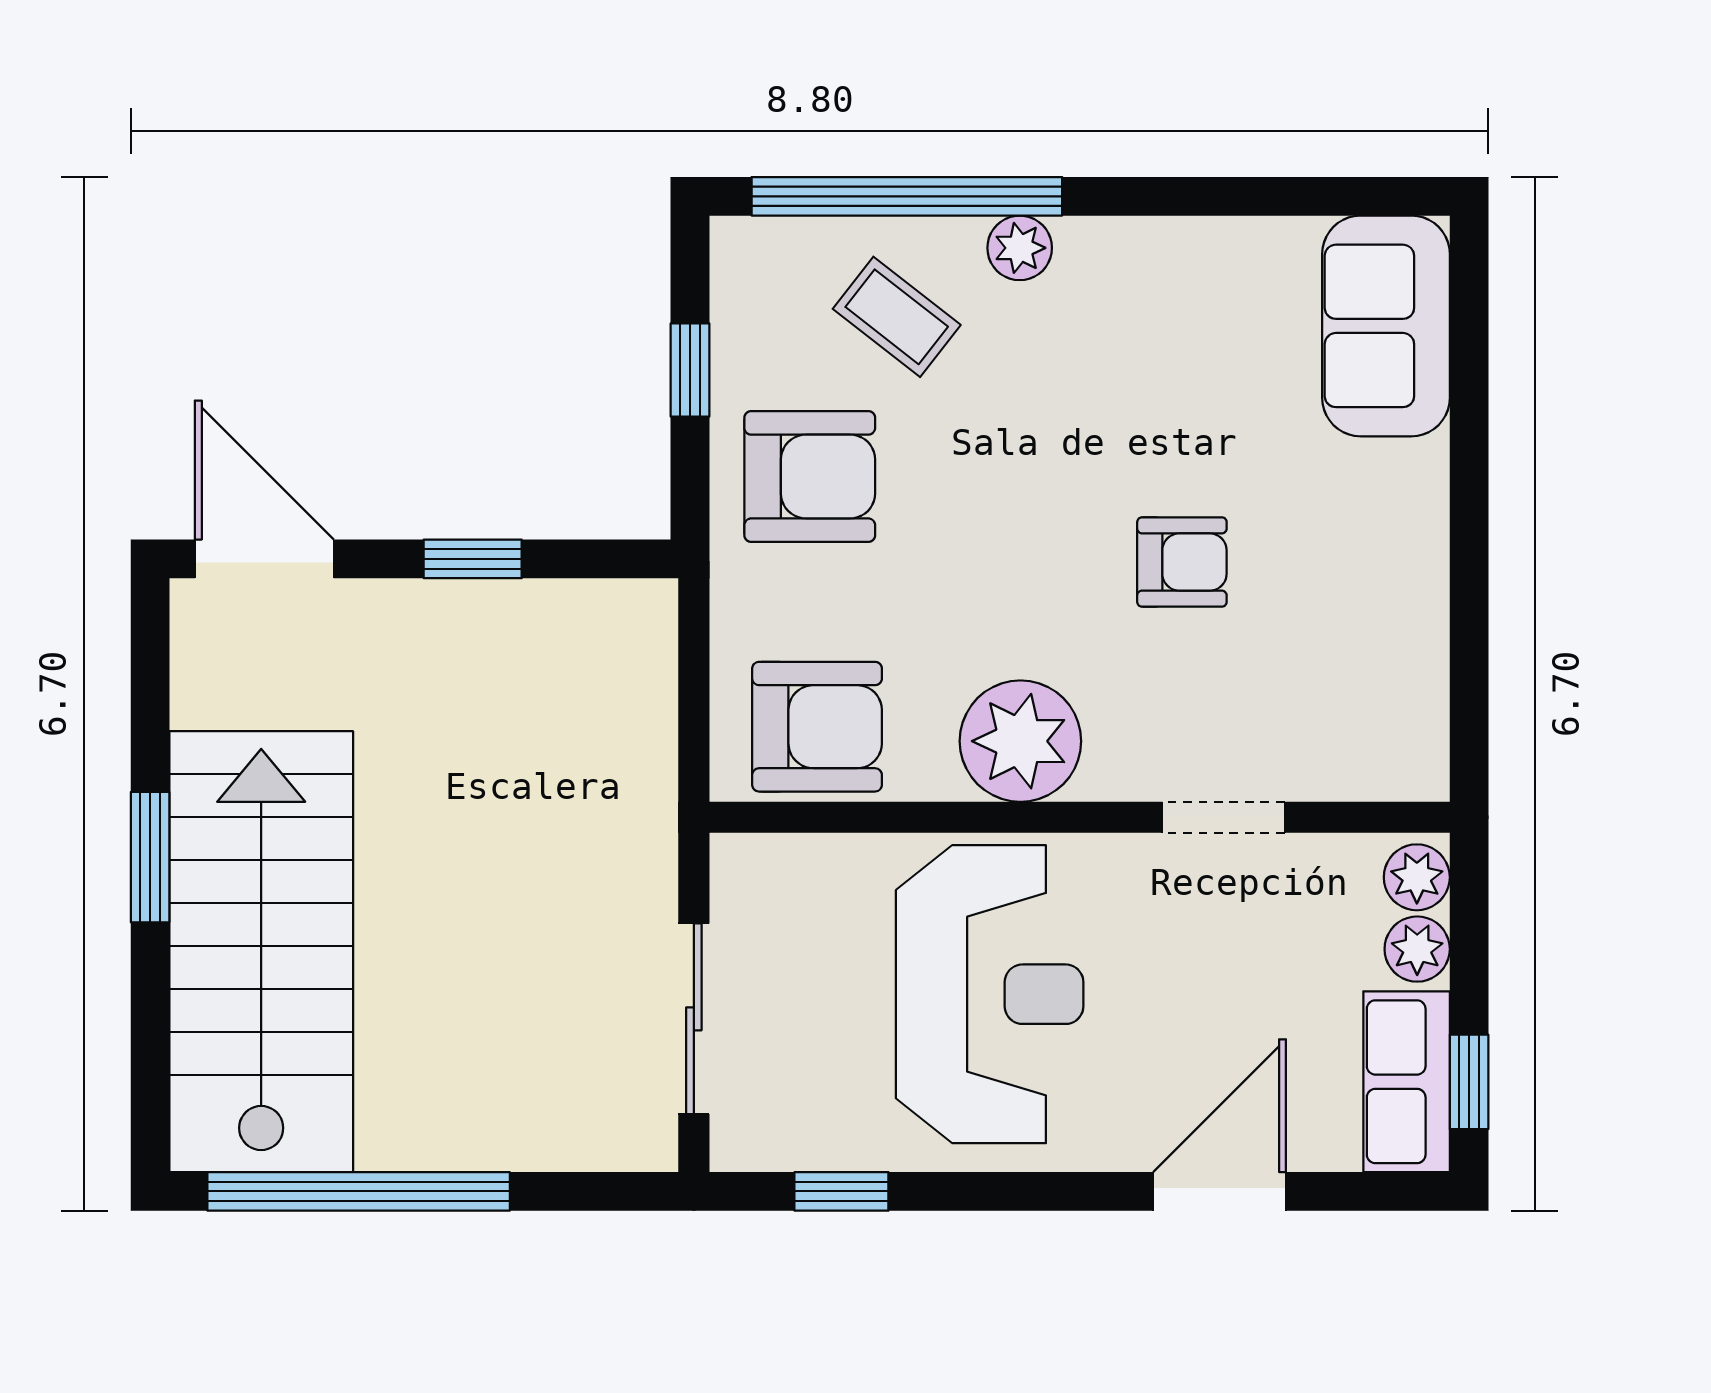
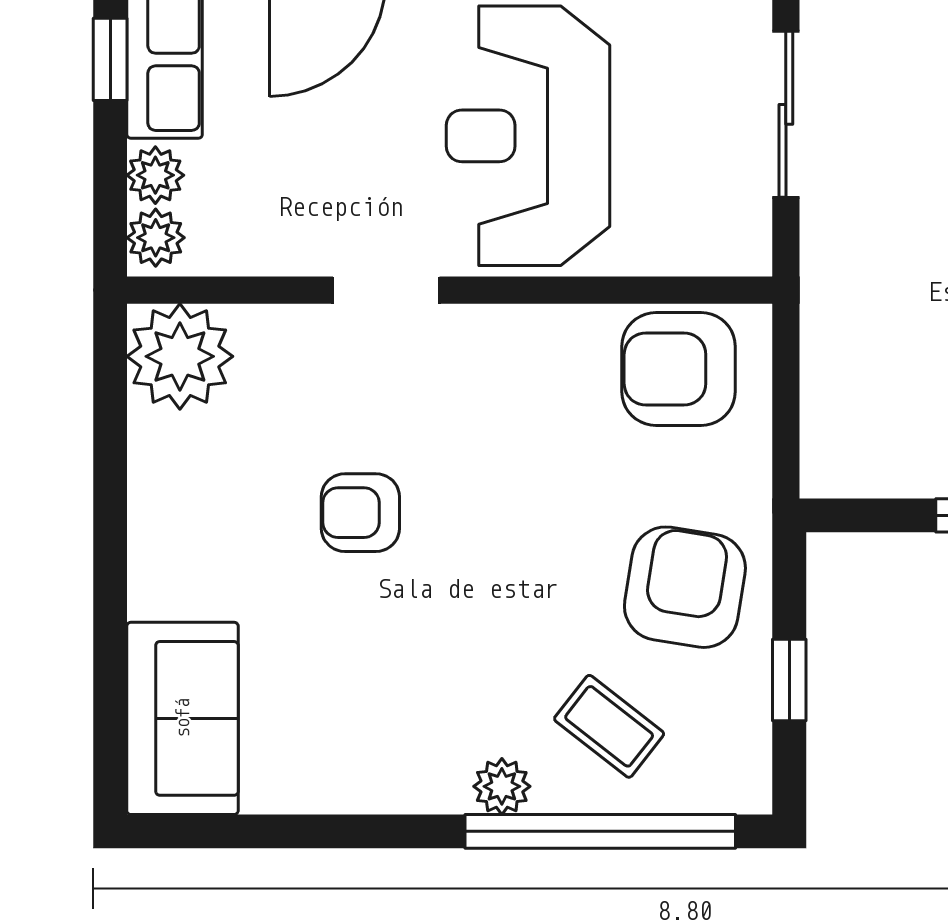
armchair: (810, 477) -> (685, 587), turned 99
plant: (1020, 741) -> (180, 356), moved
doorway: (1223, 817) -> (386, 290), moved

